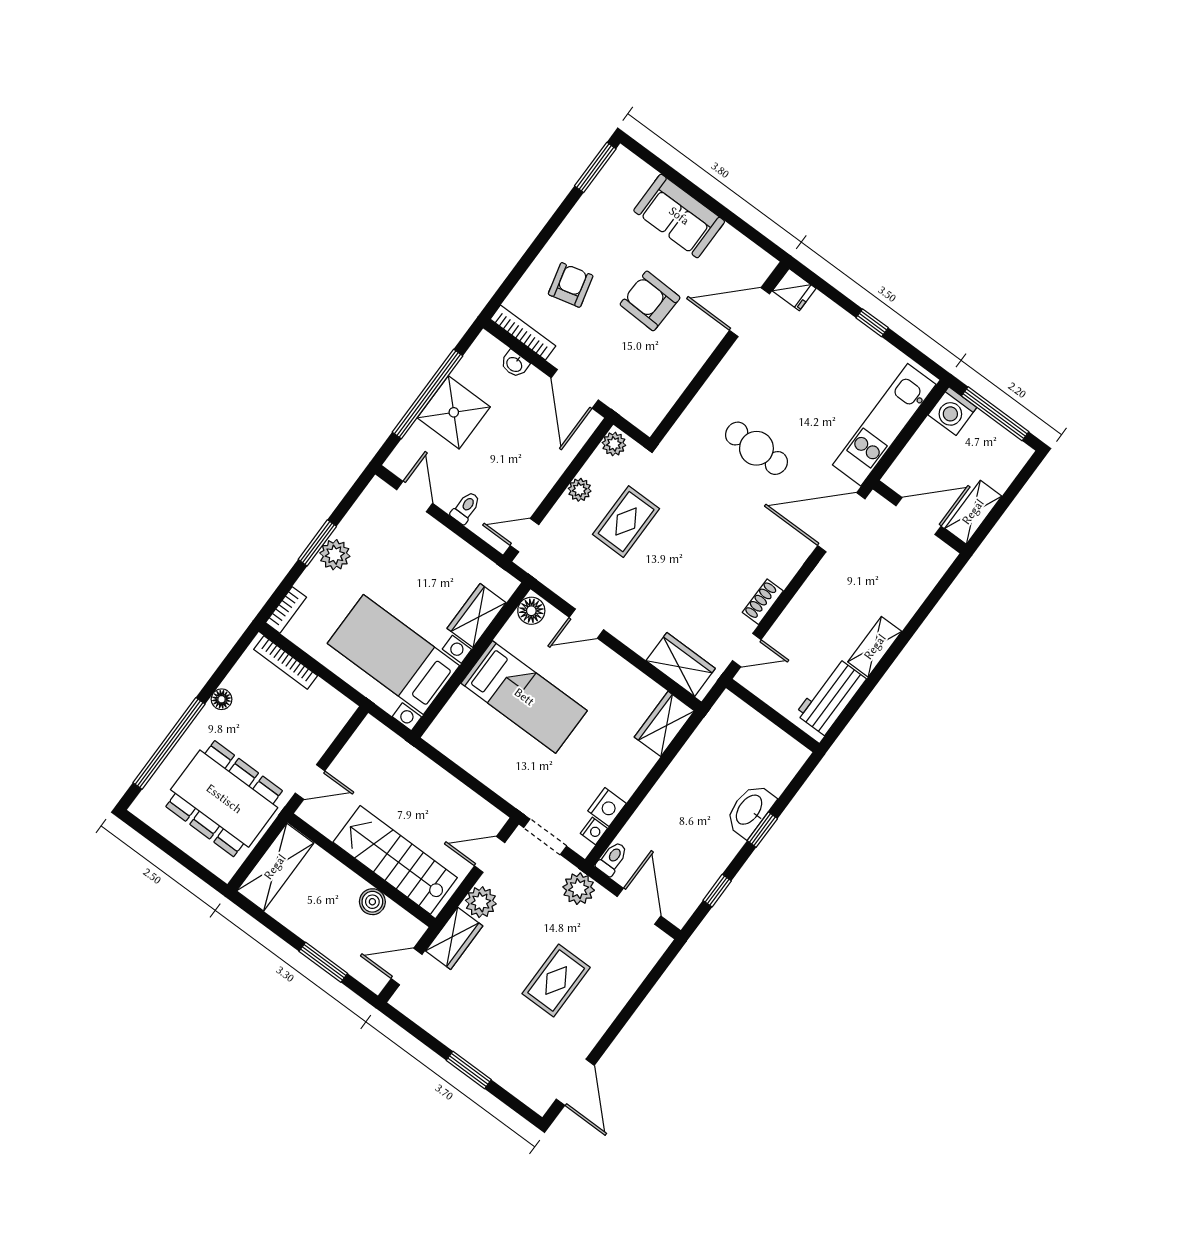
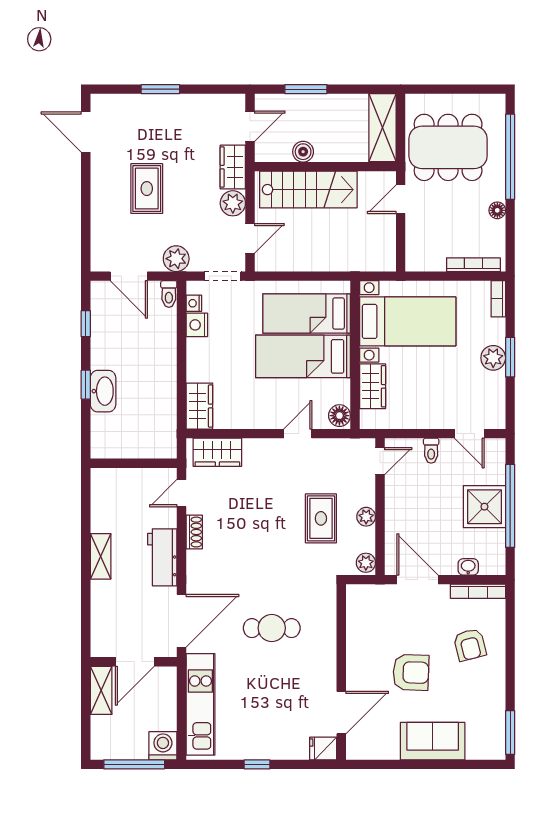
workbench: (831, 697) -> (162, 557), moved, turned 180
bed: (489, 737) -> (307, 314), added

